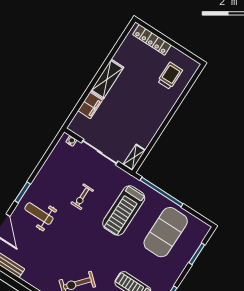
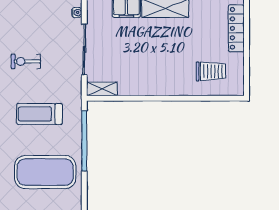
treadmill: (124, 211) -> (40, 114), width x0.73, depth x0.73

